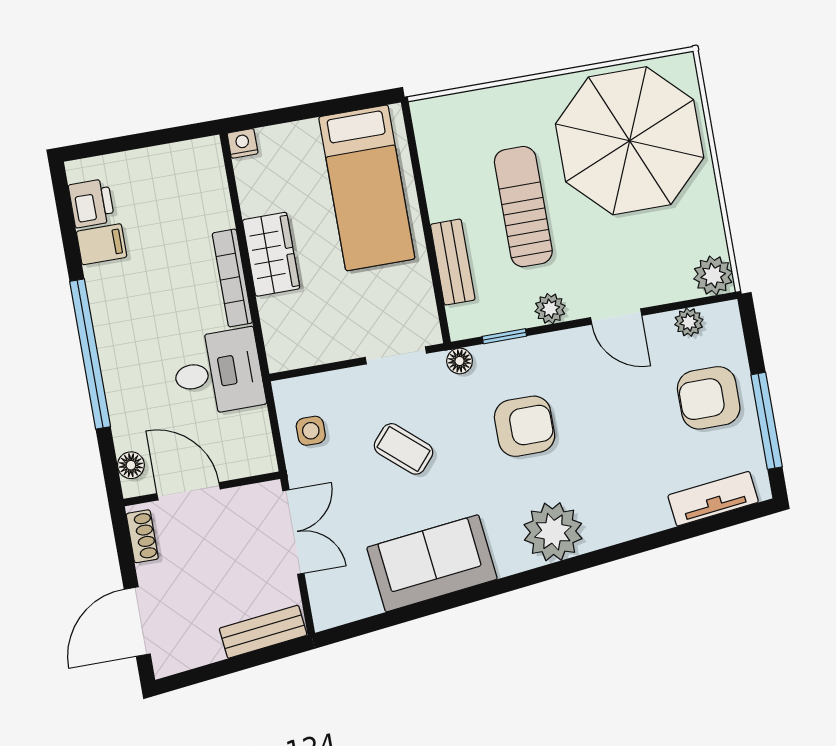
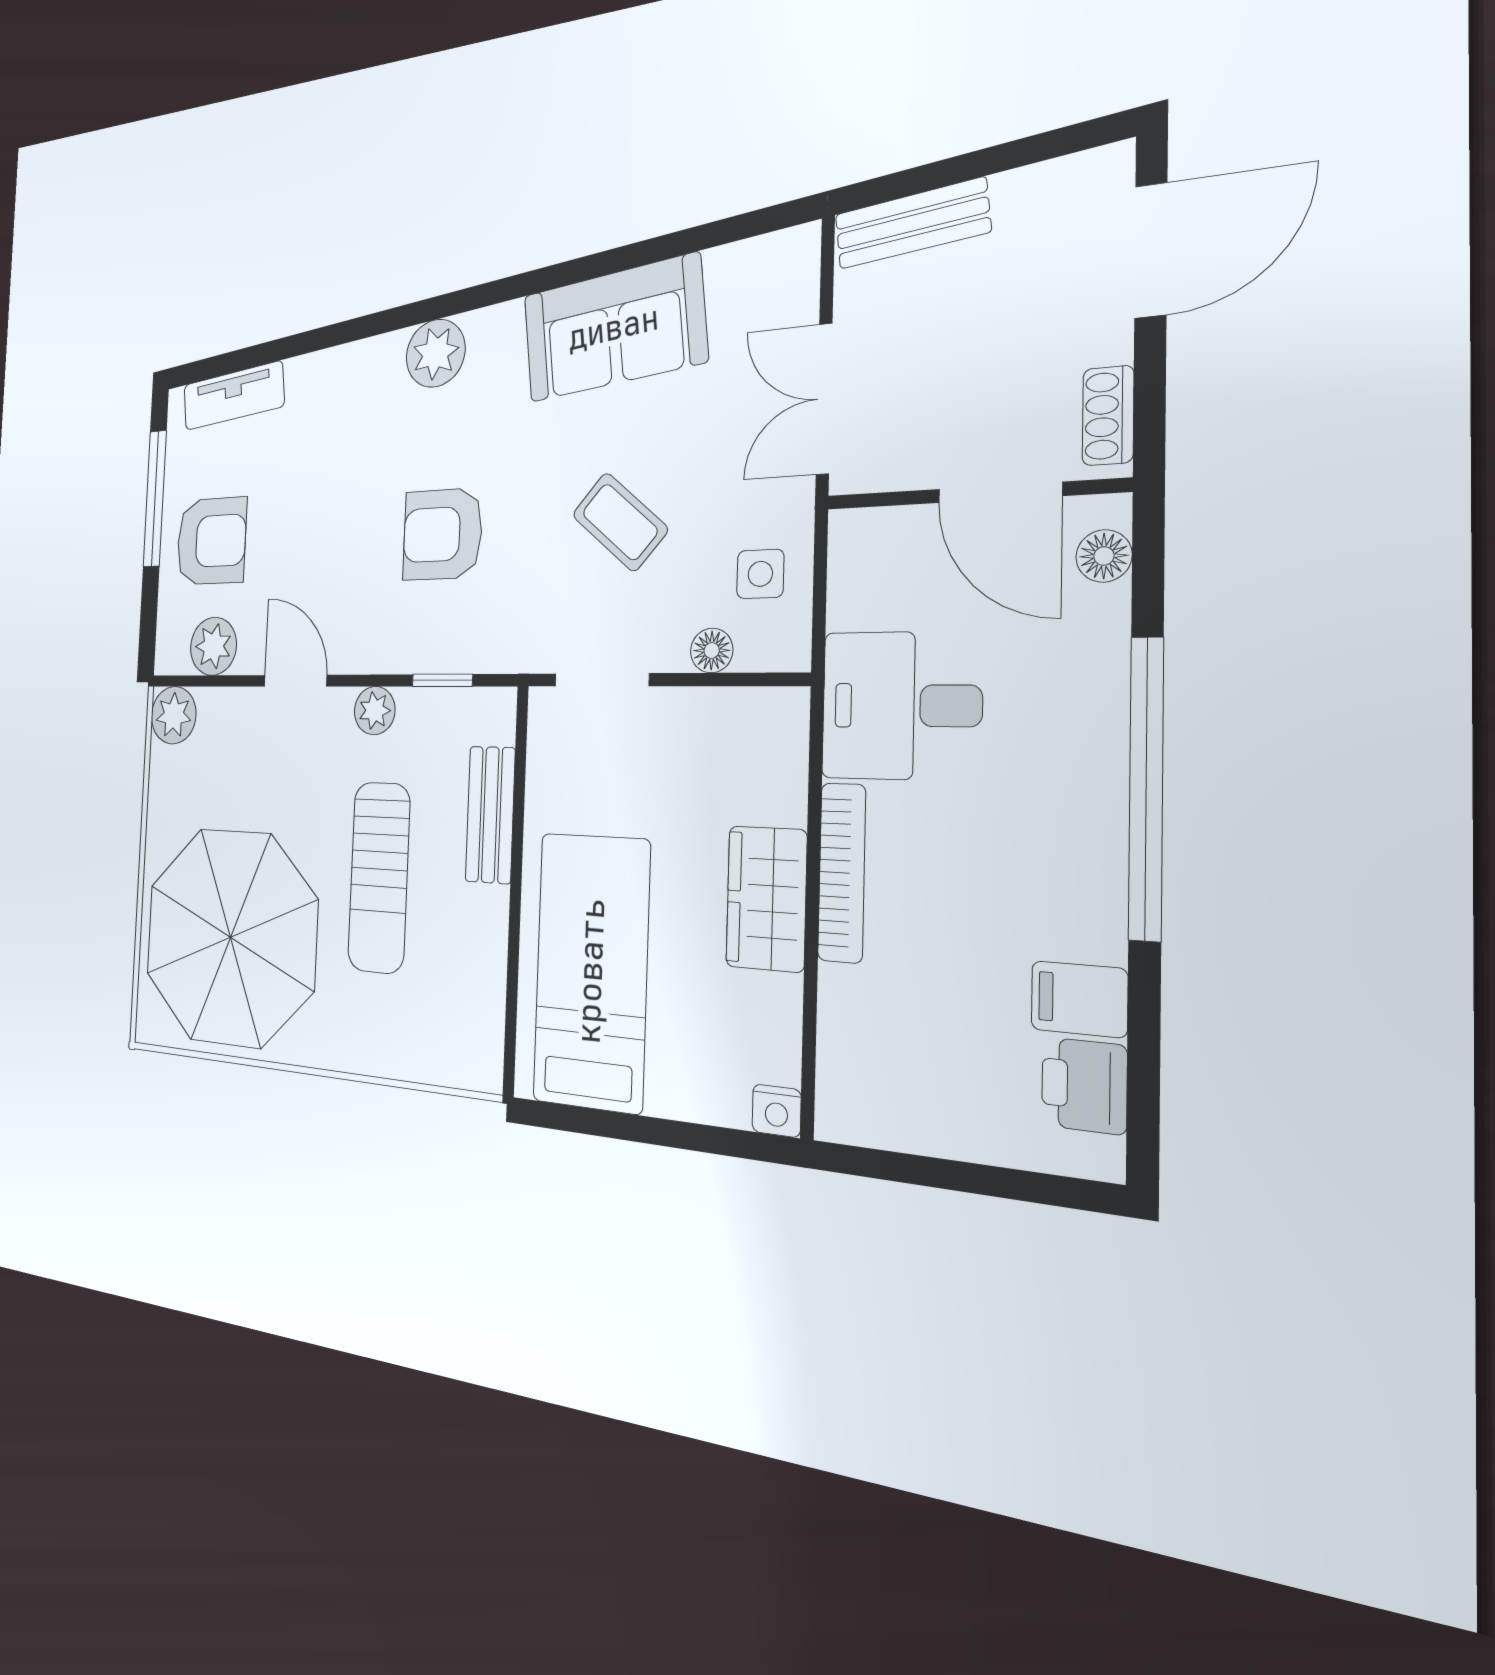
plant: (689, 322) -> (213, 646), width x1.38, depth x1.38
floor lamp: (460, 361) -> (712, 651), moved
plant: (553, 532) -> (436, 353), width x0.73, depth x0.73

